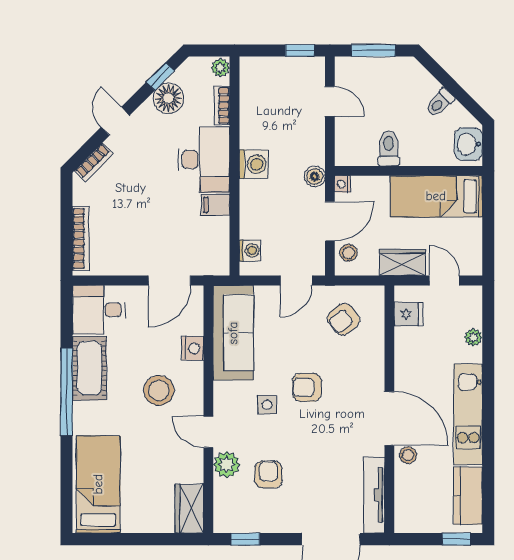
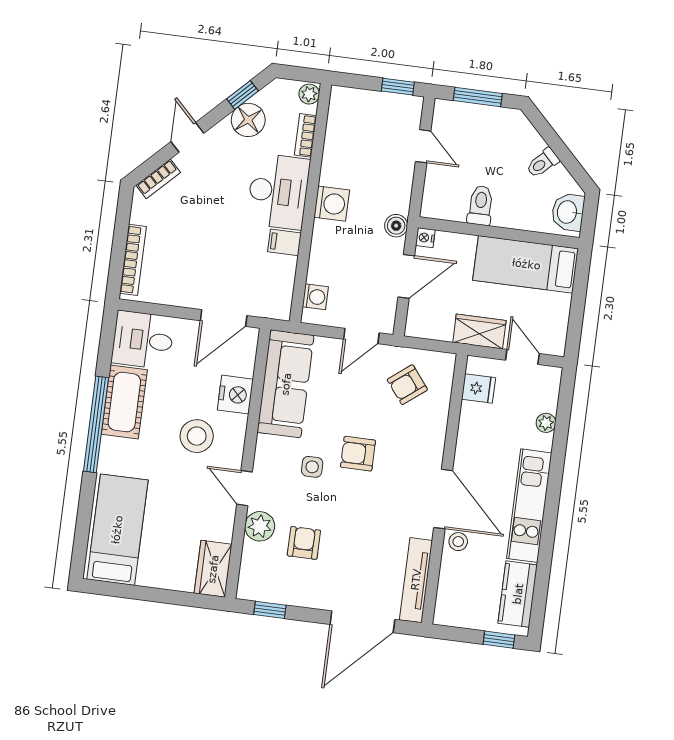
stool: (349, 253) -> (422, 313), removed
nightstand: (193, 348) -> (235, 395), width x1.36, depth x1.33

